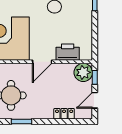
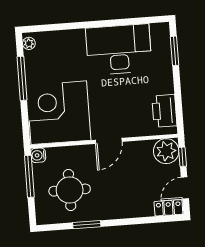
printer: (68, 52) -> (164, 111), moved, turned -90
locker: (64, 114) -> (168, 208), moved

